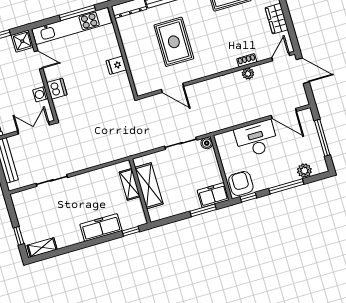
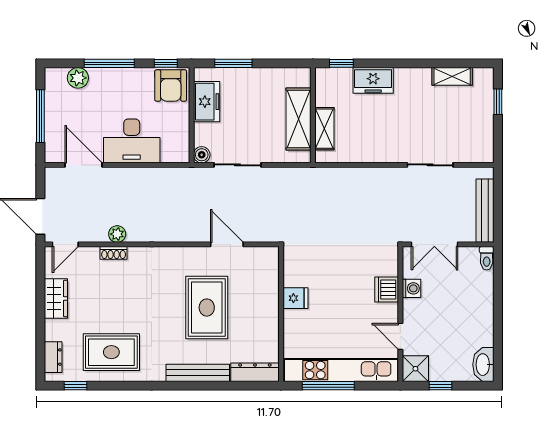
freezer: (213, 195) -> (207, 102), moved, turned -90
freezer: (101, 228) -> (373, 80), width x0.71
shelving: (42, 247) -> (452, 76), moved

